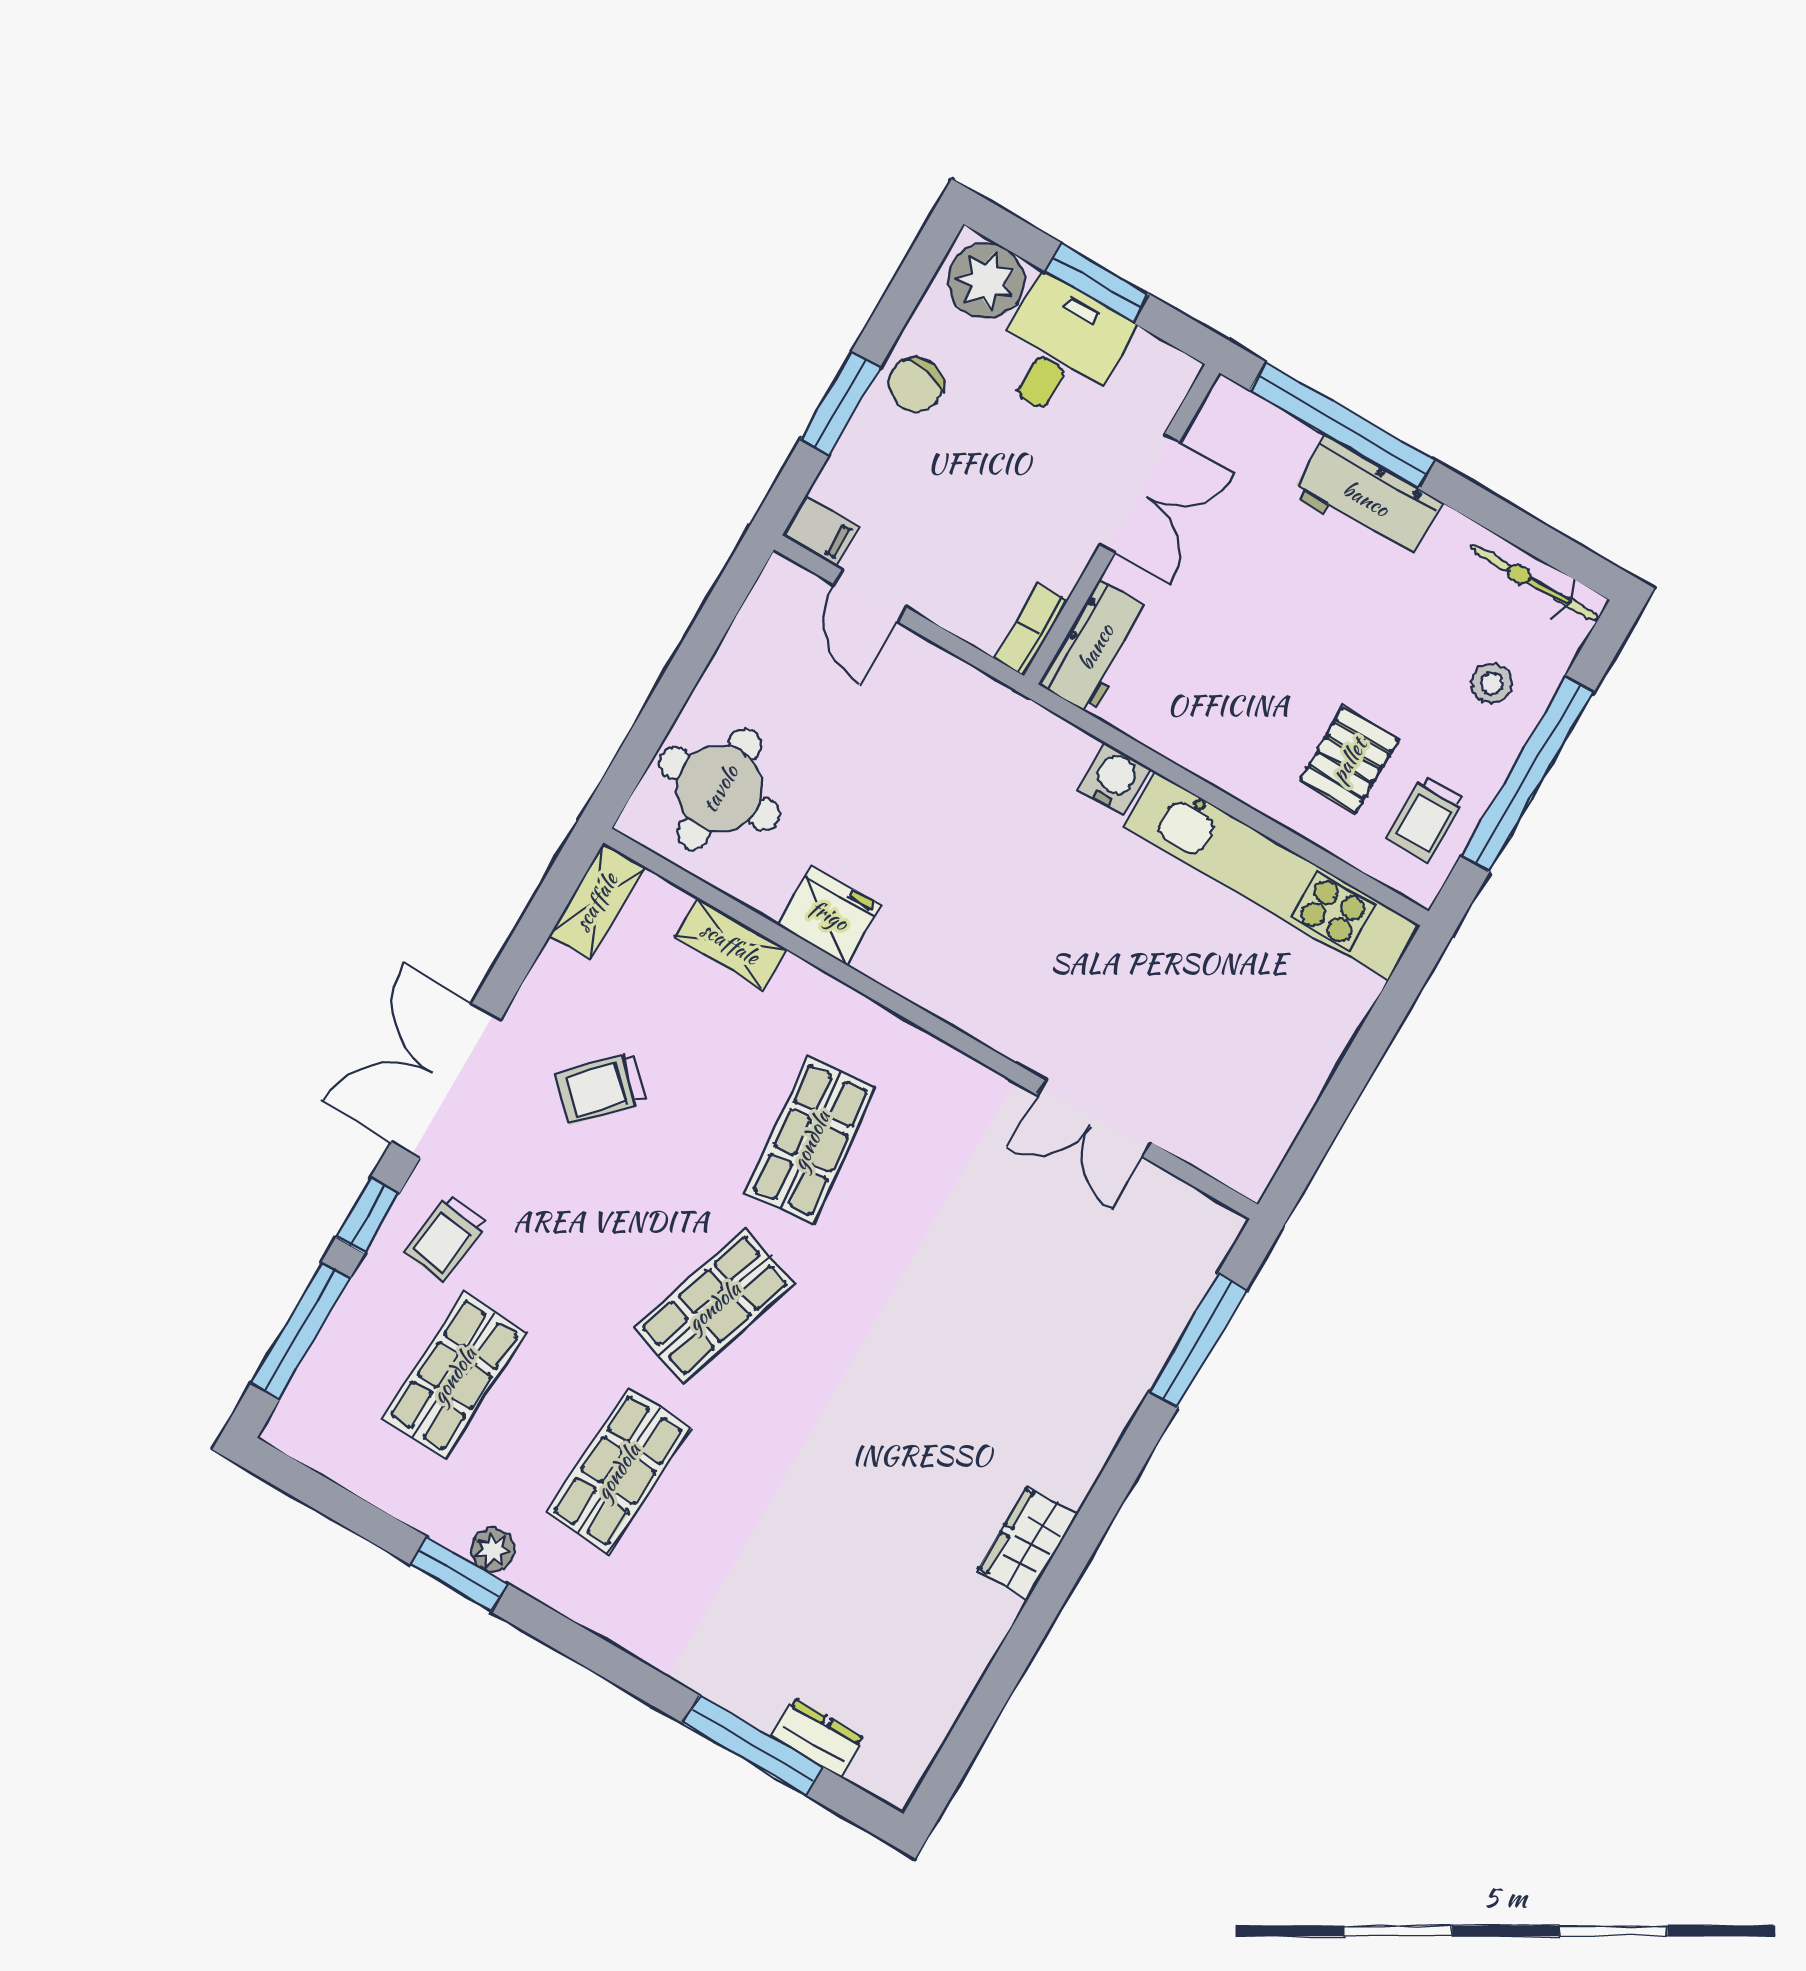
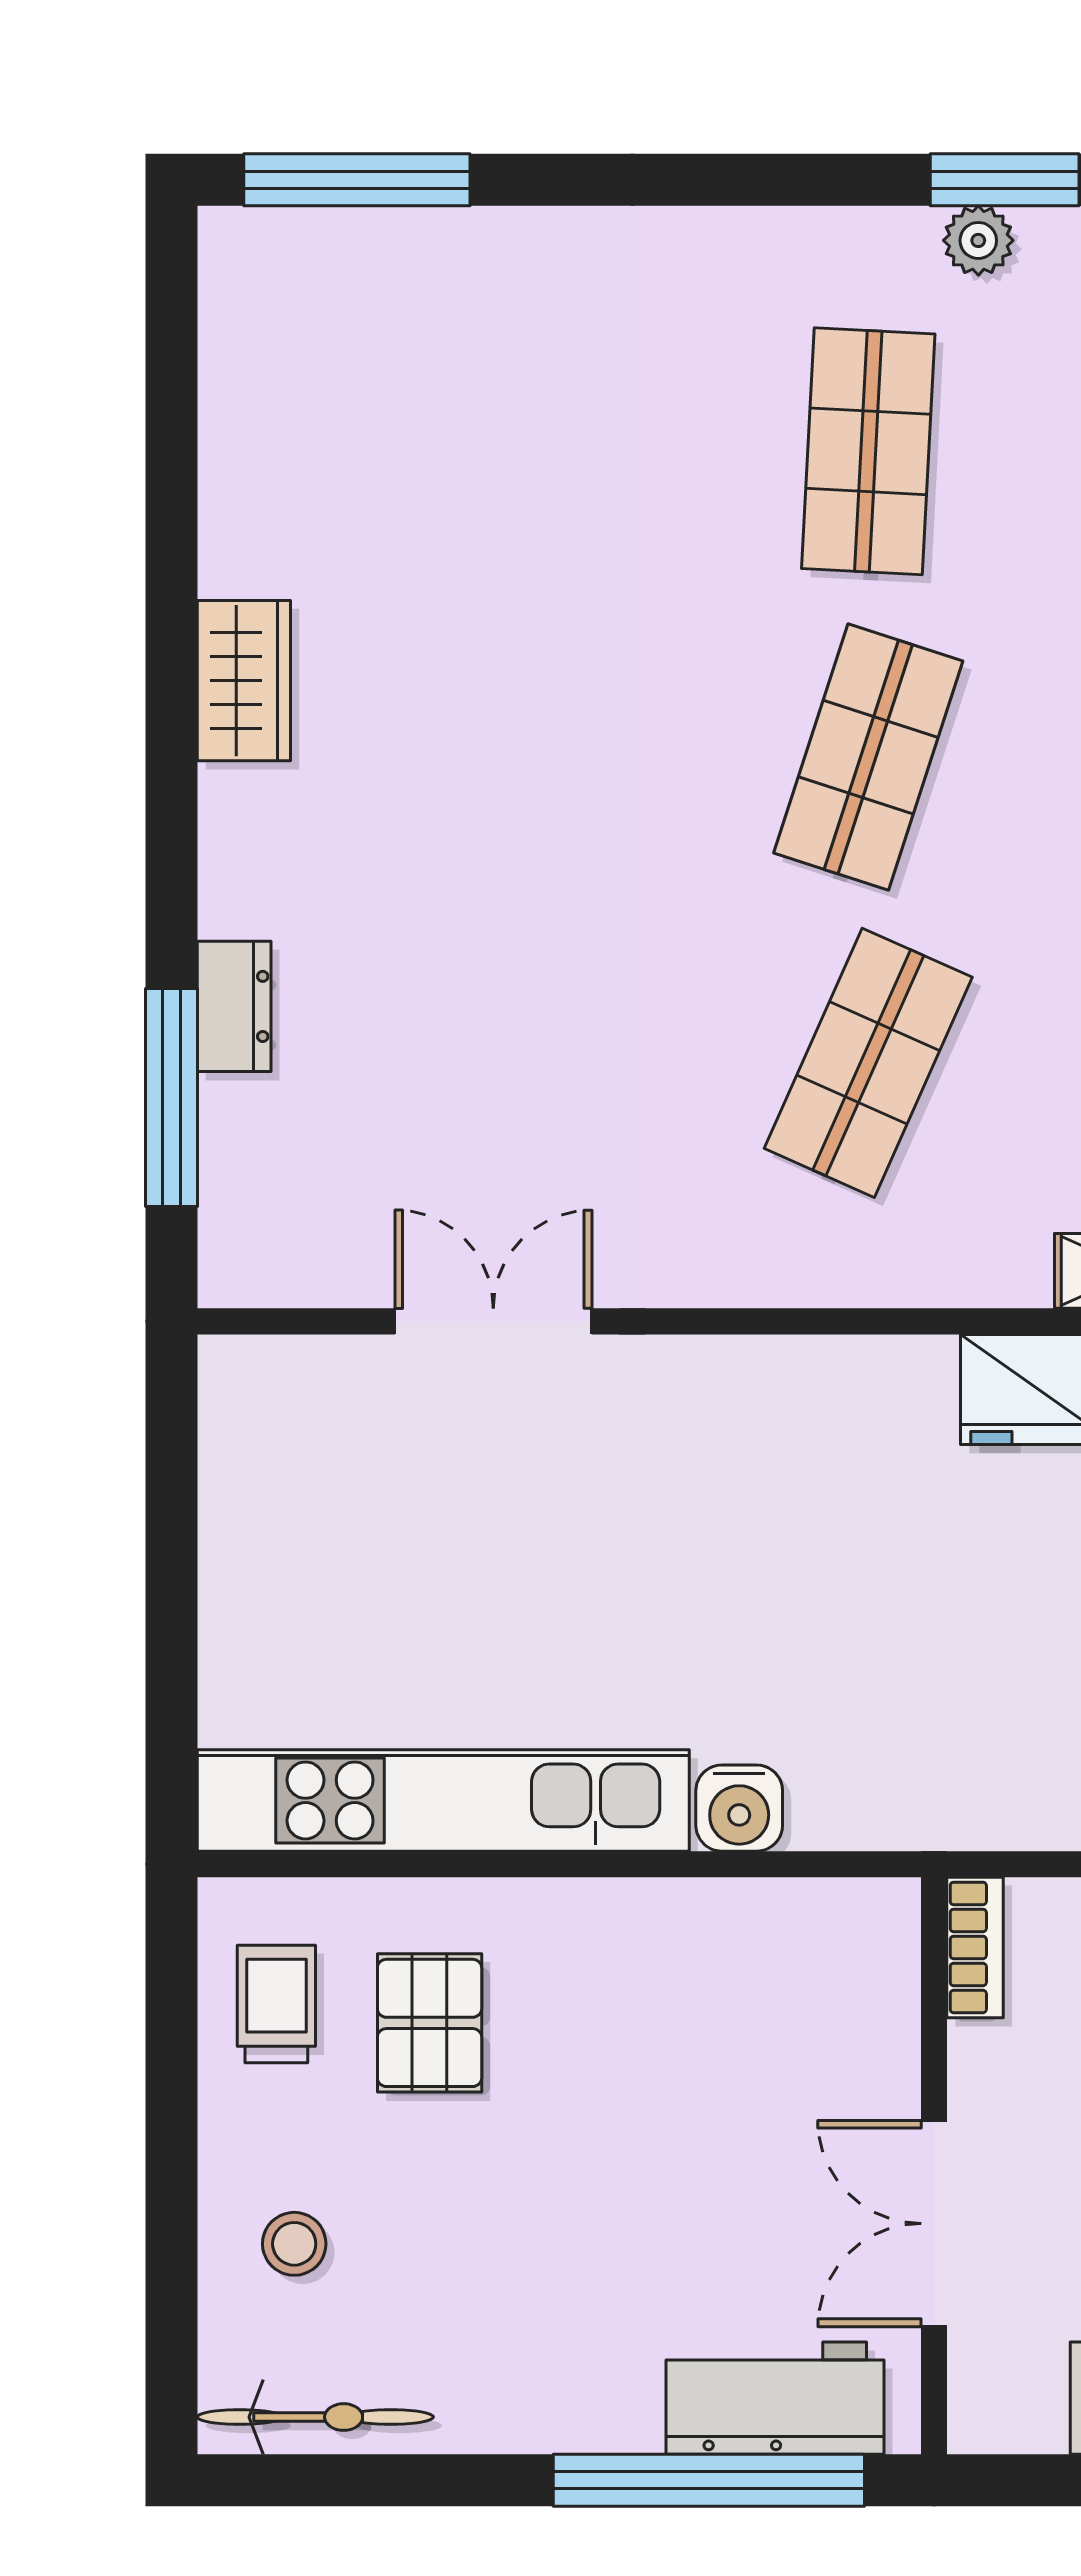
workbench: (1366, 499) -> (775, 2398), moved
workbench: (1096, 647) -> (871, 1975), removed
window: (1527, 774) -> (171, 2147), removed
shop shelf: (811, 1140) -> (868, 1063), turned 30
dresser: (817, 1737) -> (234, 1006), moved, turned -90
window: (753, 1745) -> (357, 180), moved

